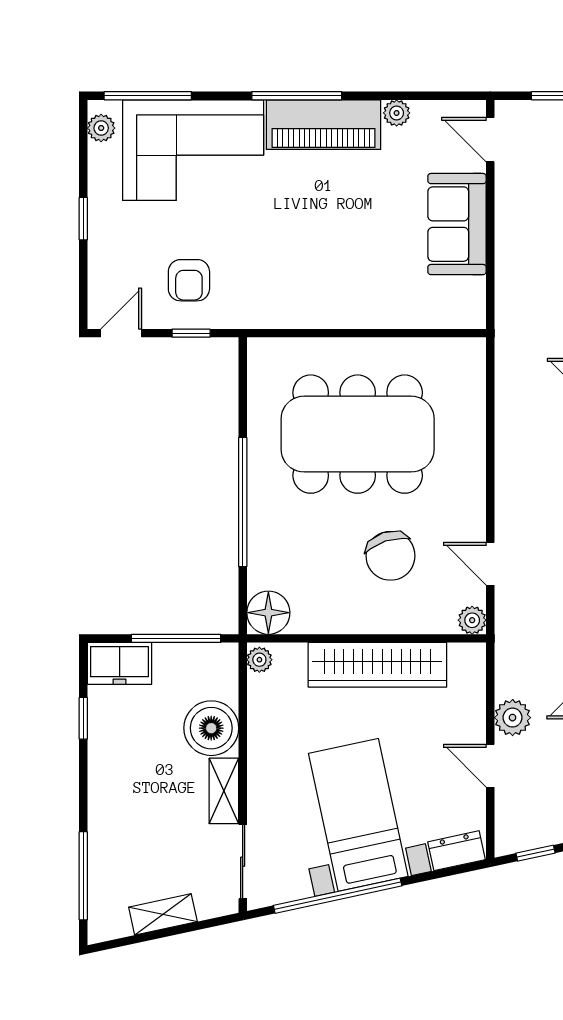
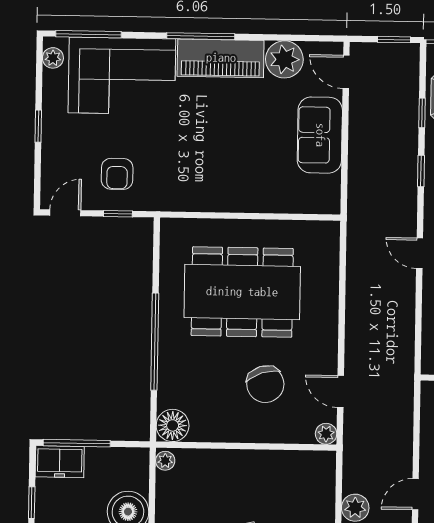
plant: (397, 113) -> (284, 59), width x1.88, depth x1.88
window: (176, 638) -> (77, 443), moved
wardrobe: (377, 665) -> (254, 466), removed

